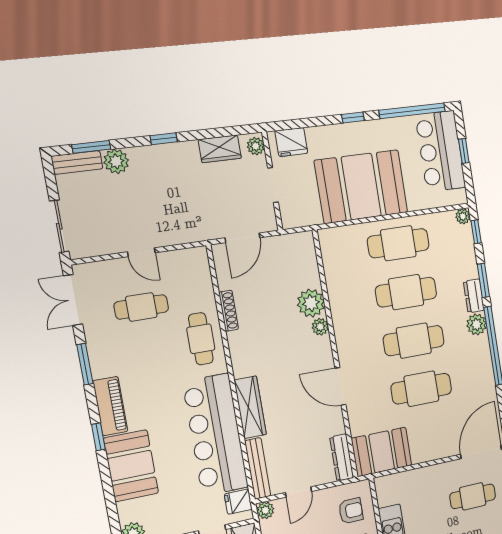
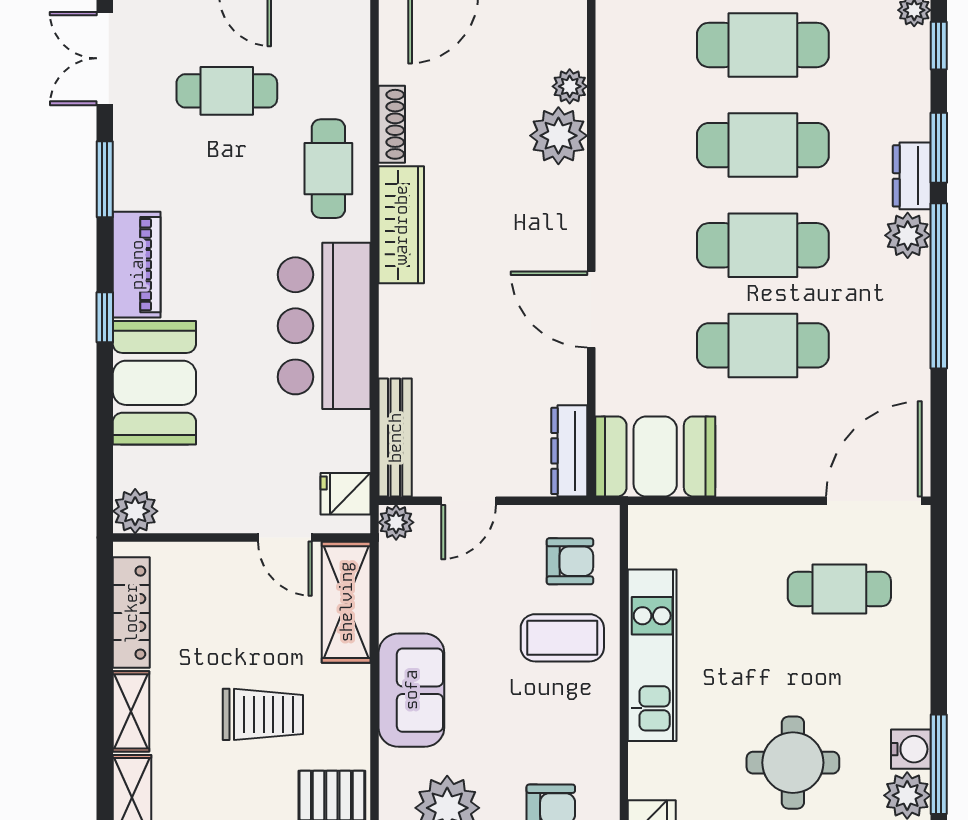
plant: (320, 327) -> (570, 86), moved
wardrobe: (250, 407) -> (401, 225), moved
bar counter: (216, 435) -> (324, 326), width x0.73

